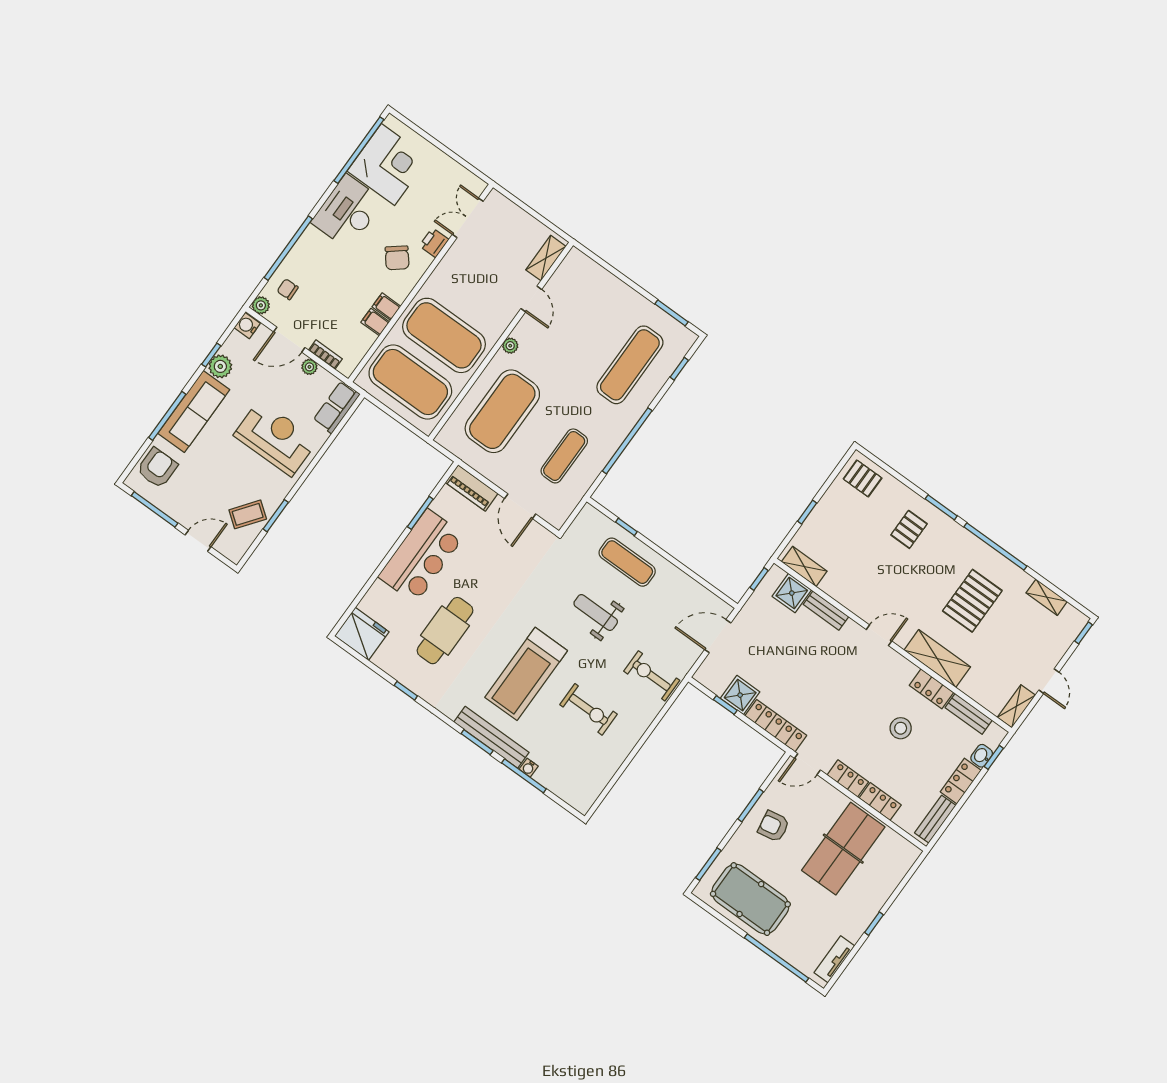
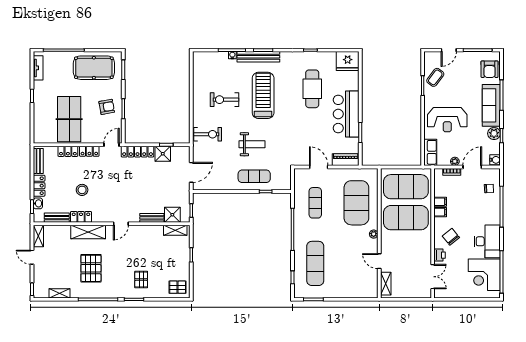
plant: (261, 305) -> (496, 173), removed

